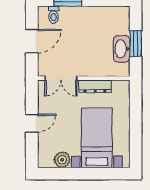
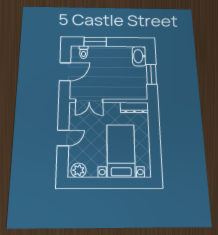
washbasin: (122, 49) -> (139, 56), moved
dresser: (95, 86) -> (134, 108), moved
plant: (62, 160) -> (79, 170), moved

